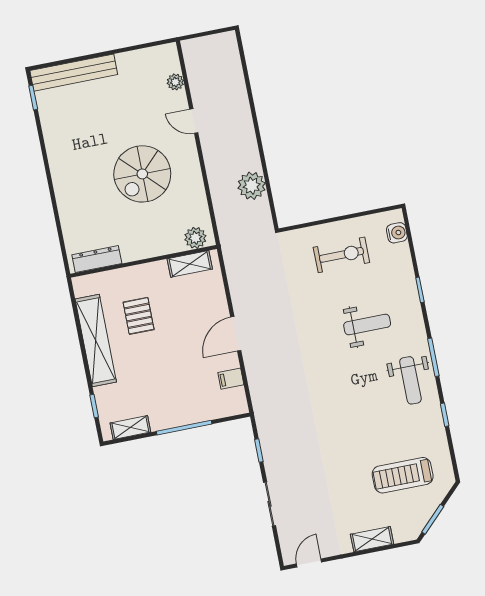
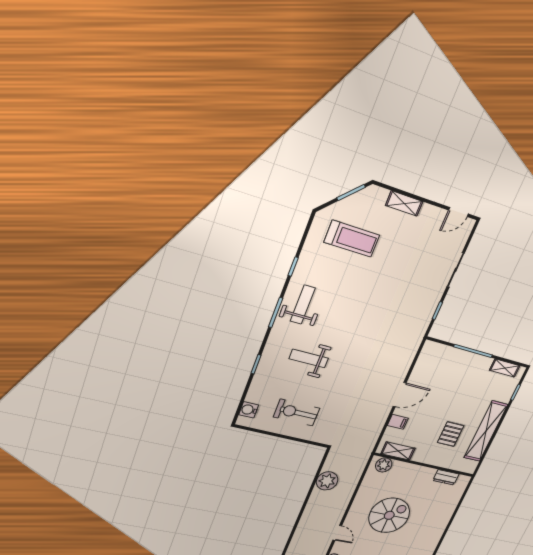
dresser: (97, 259) -> (446, 477), width x0.70
filing cabinet: (231, 379) -> (398, 422), moved

